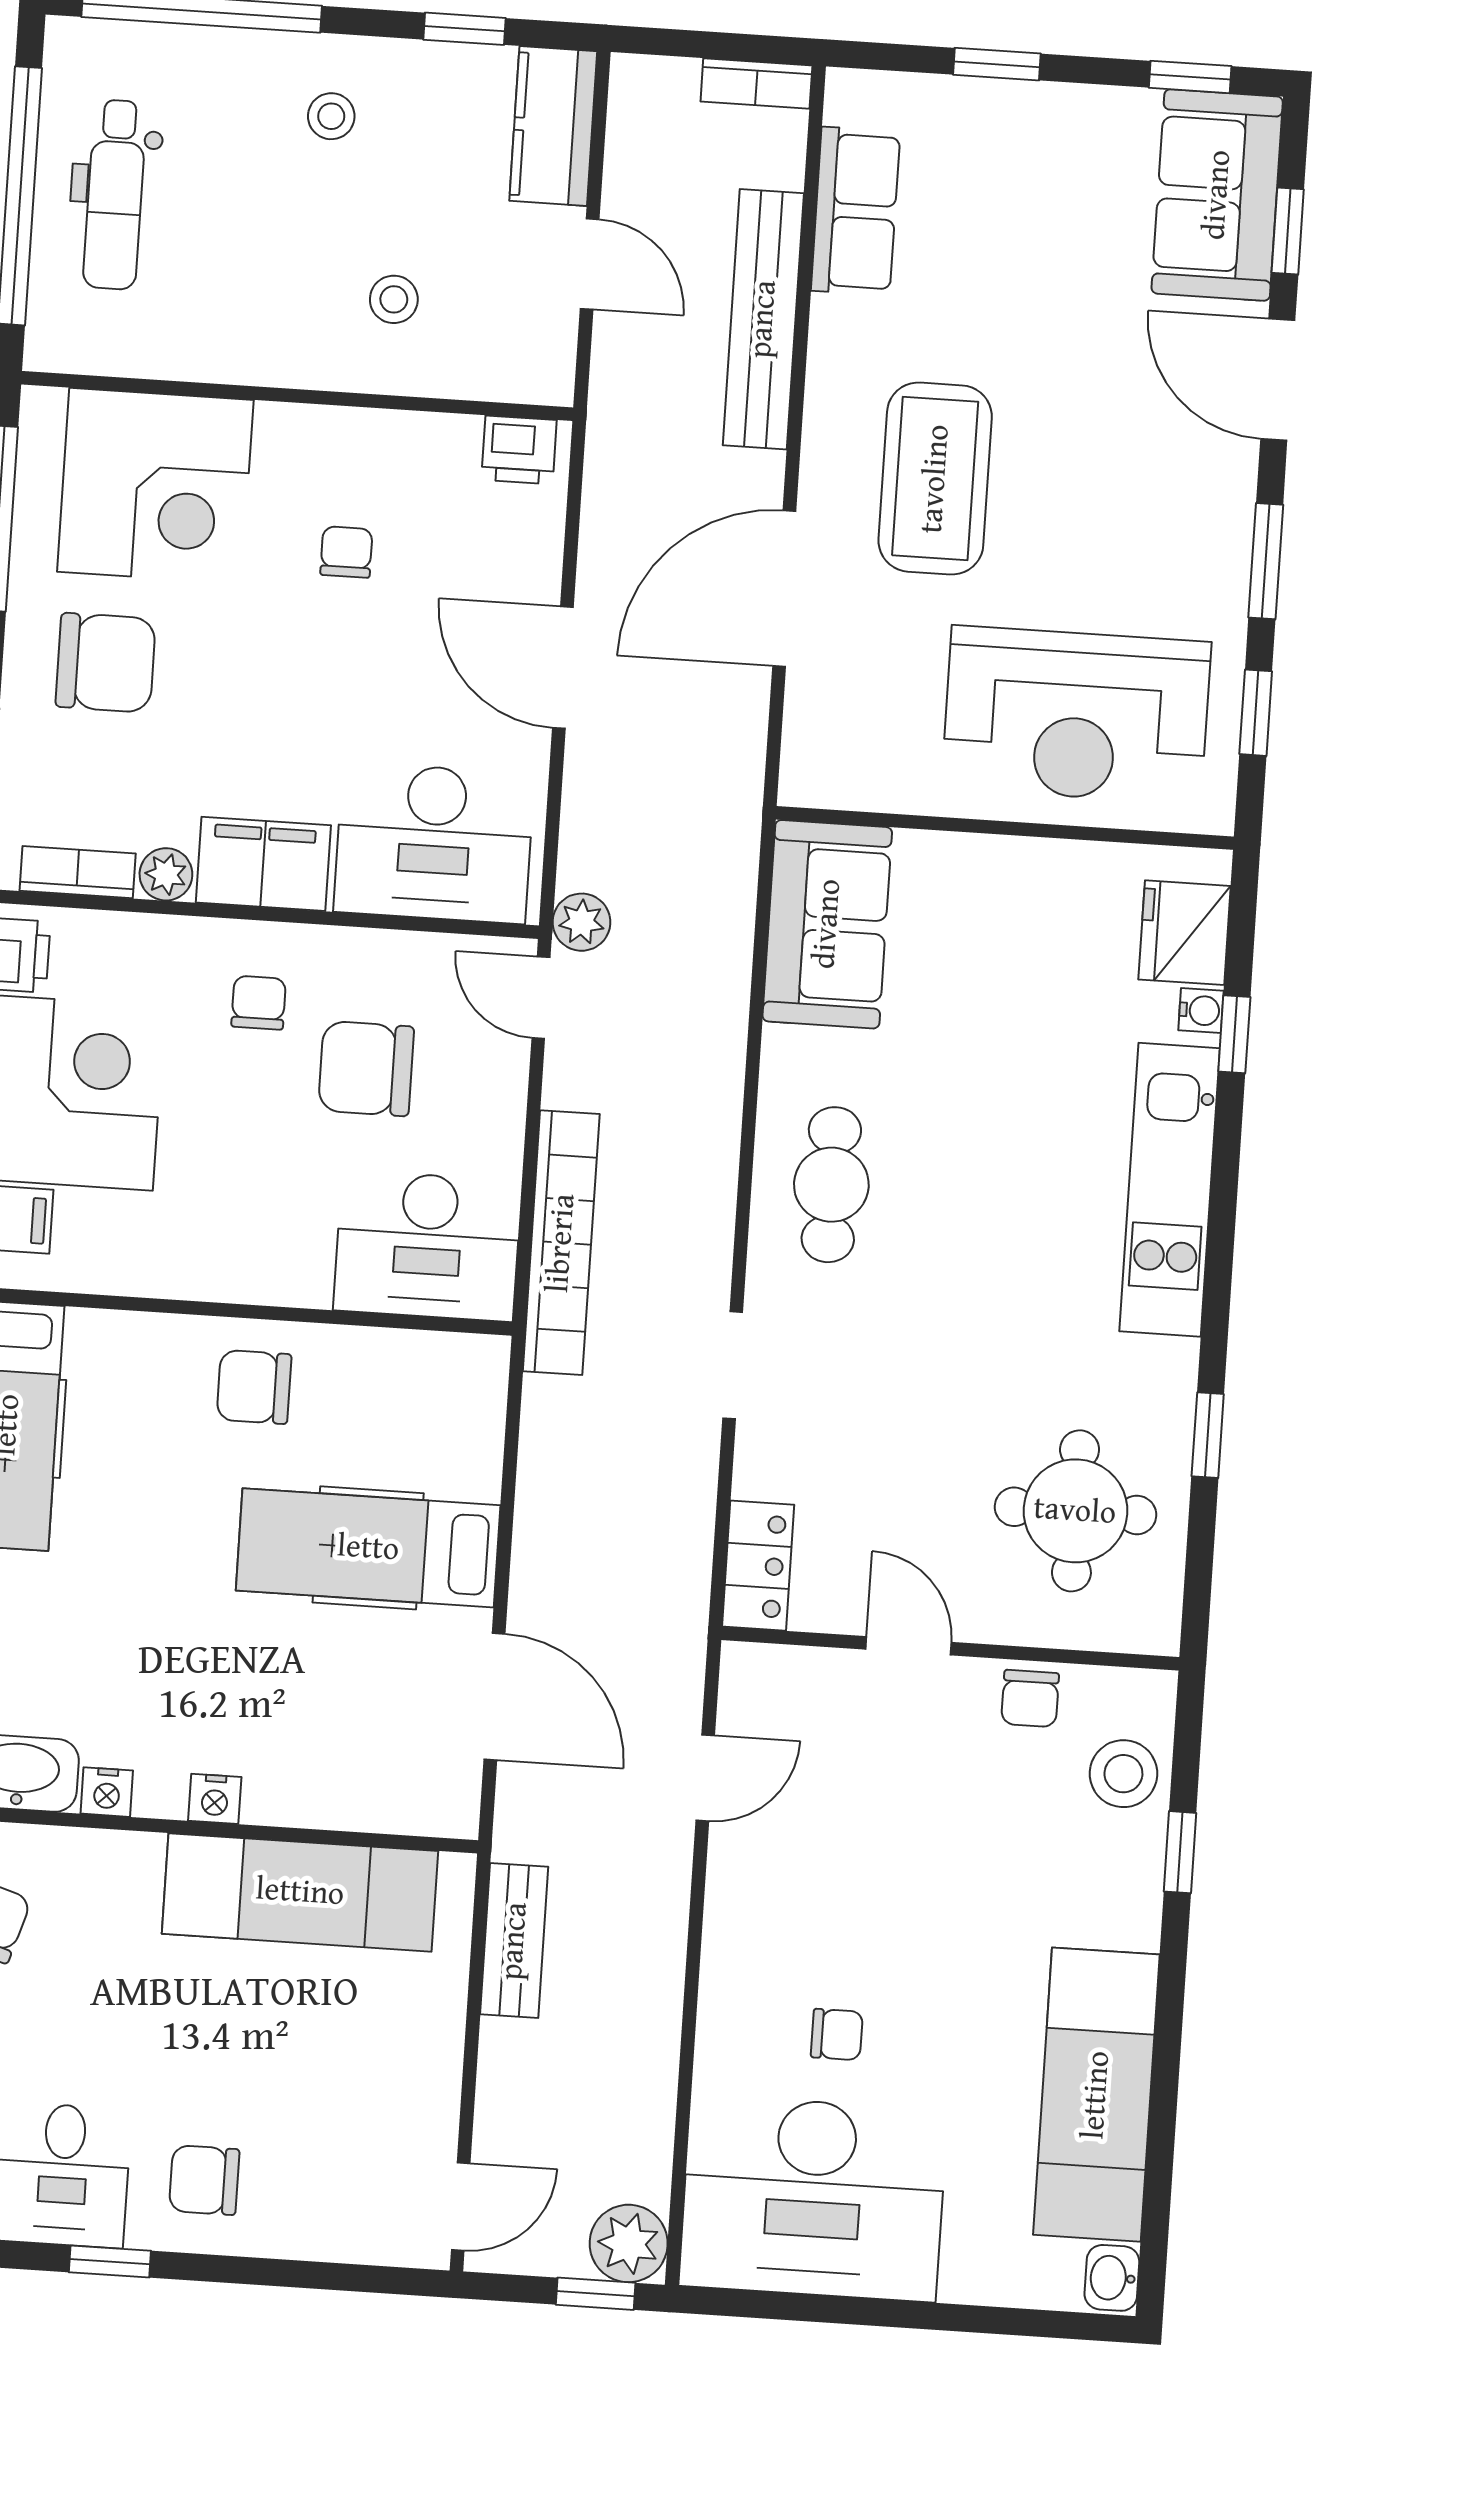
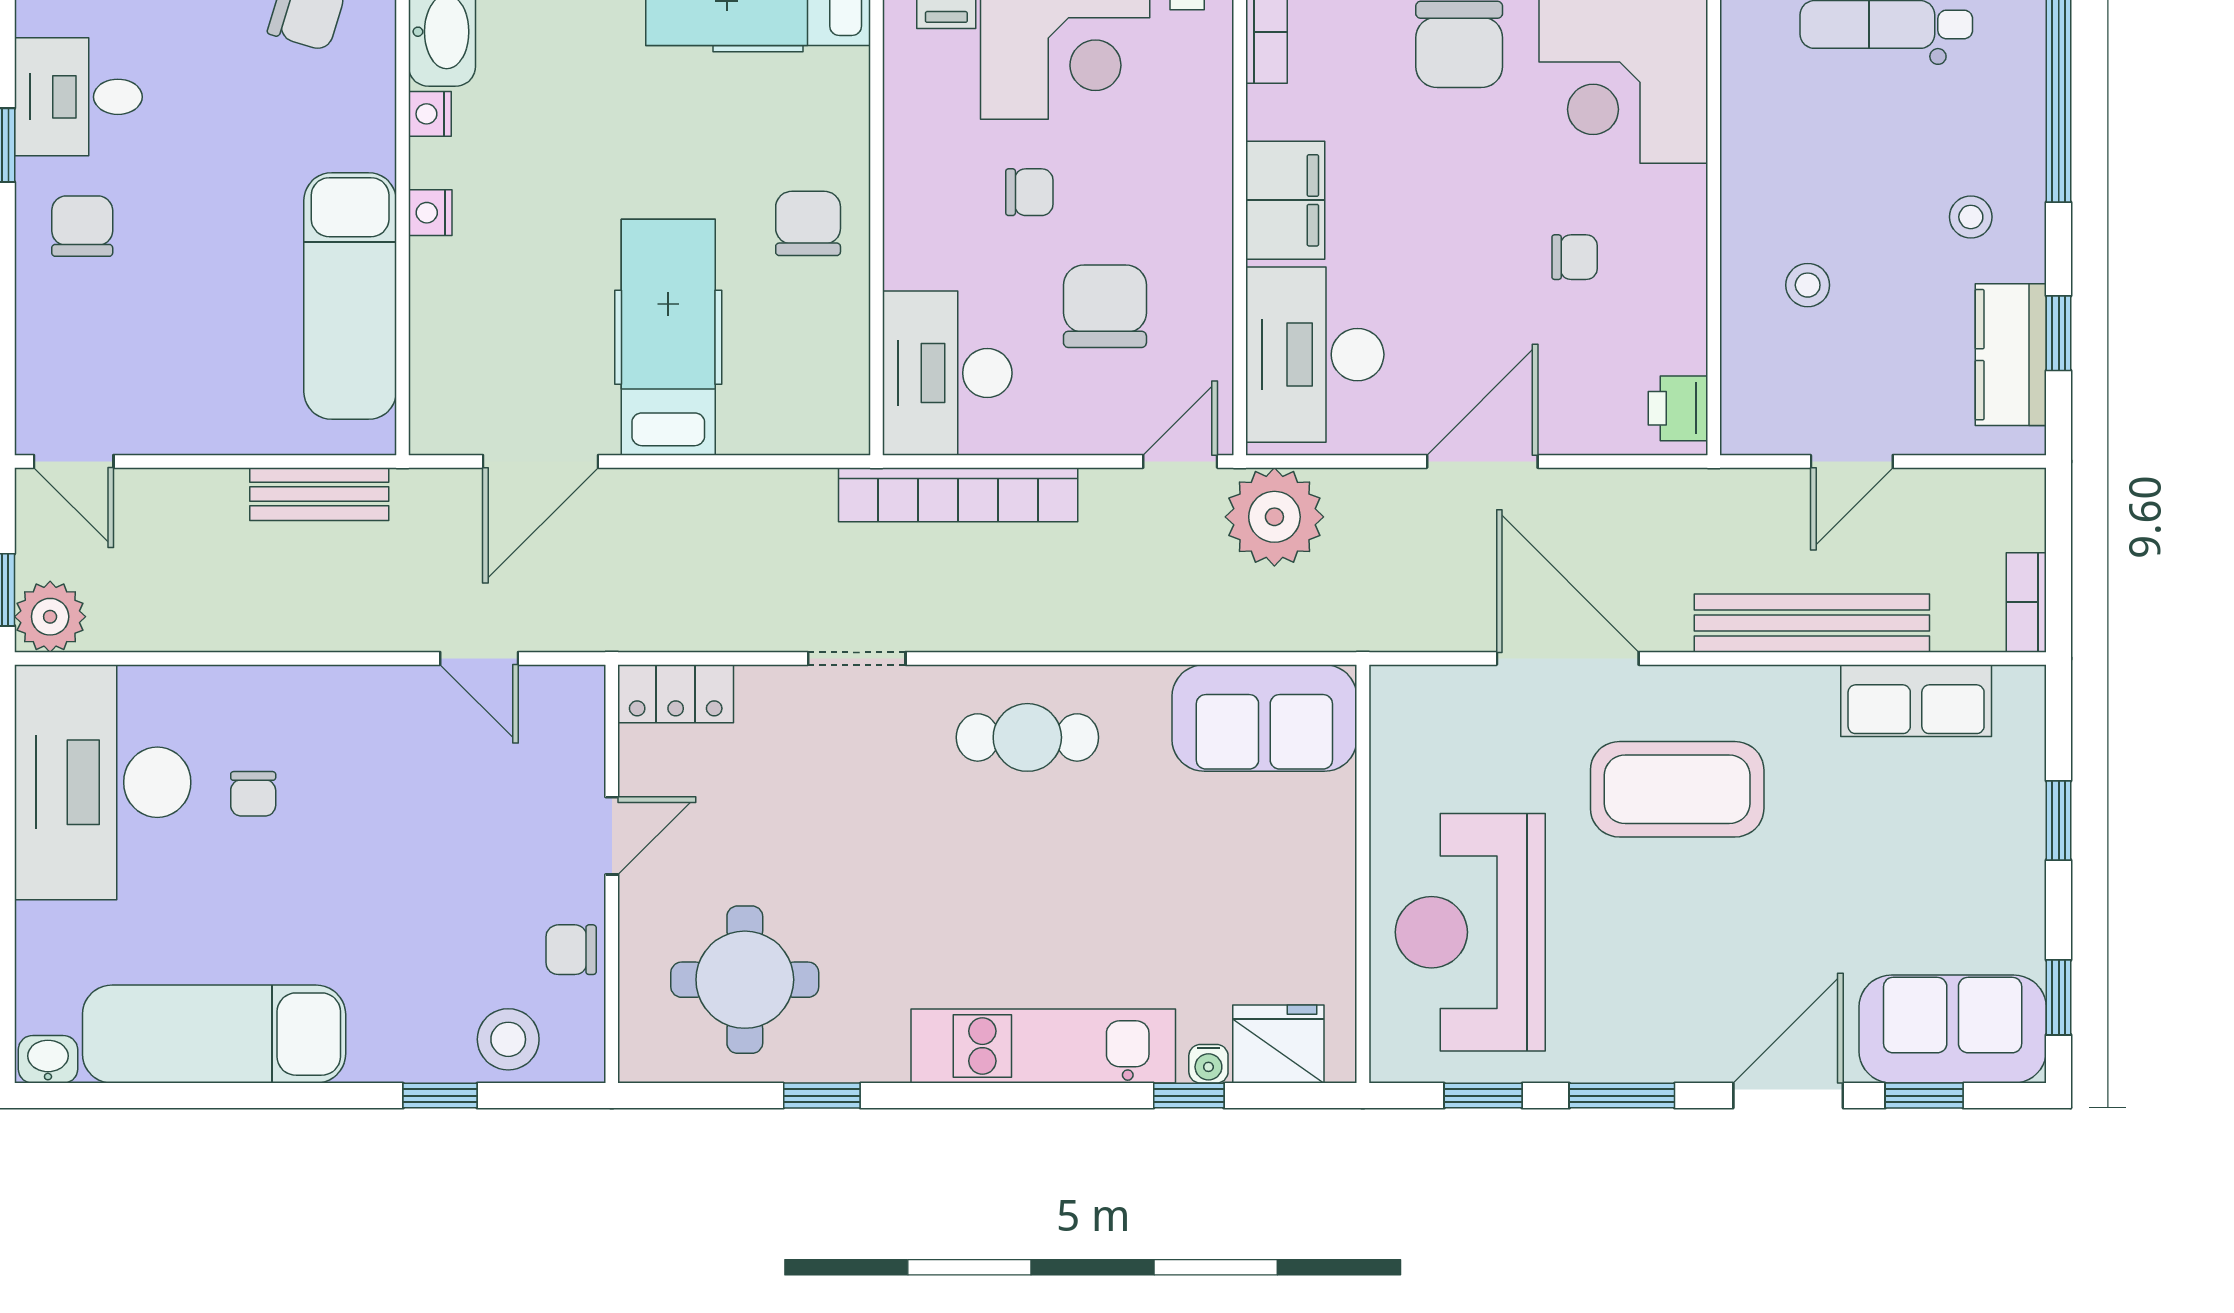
kitchen counter: (553, 126) -> (2011, 355), moved, turned -90
plant: (166, 874) -> (1270, 112), removed
plant: (582, 922) -> (1274, 517), width x1.88, depth x1.88
chair: (259, 1003) -> (1029, 192), moved

